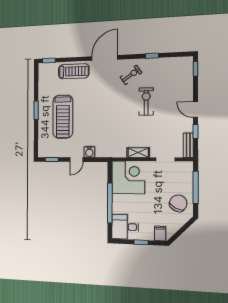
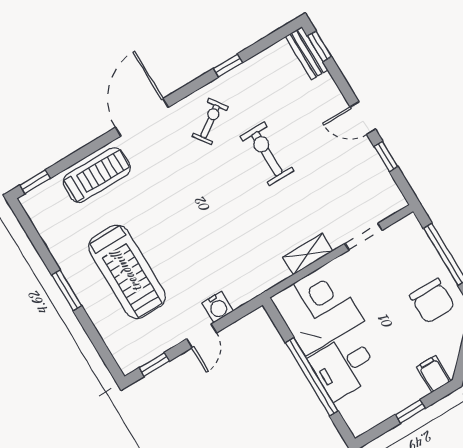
bench: (188, 145) -> (307, 53), moved
chair: (178, 203) -> (432, 301), turned 153
desk: (125, 227) -> (344, 366), moved

